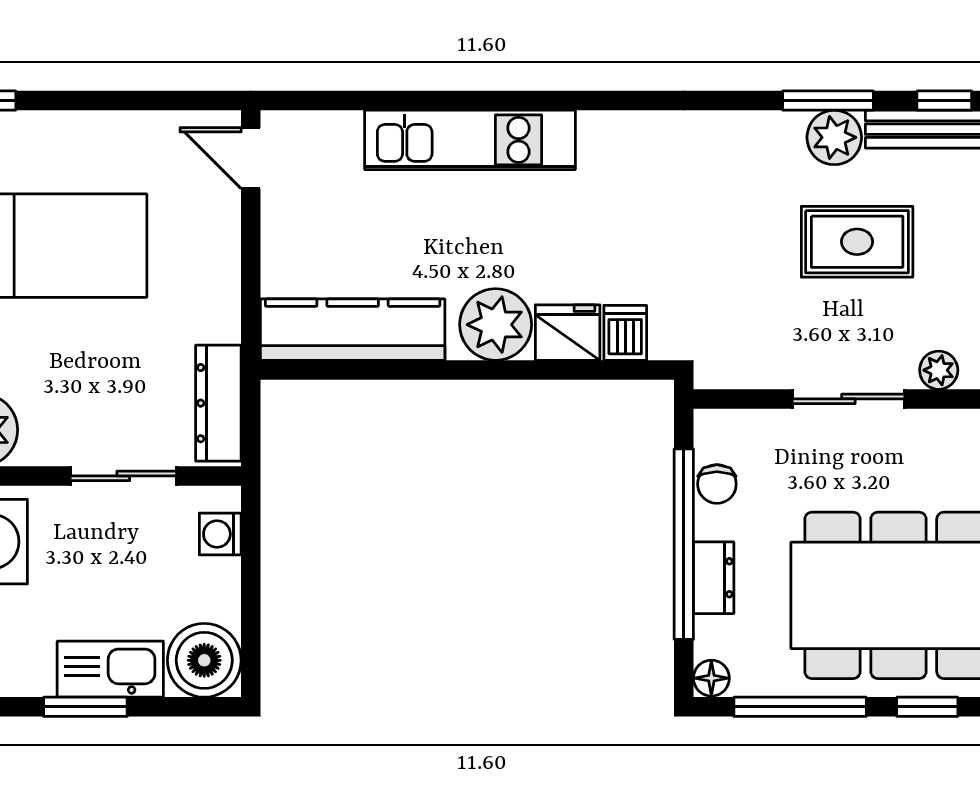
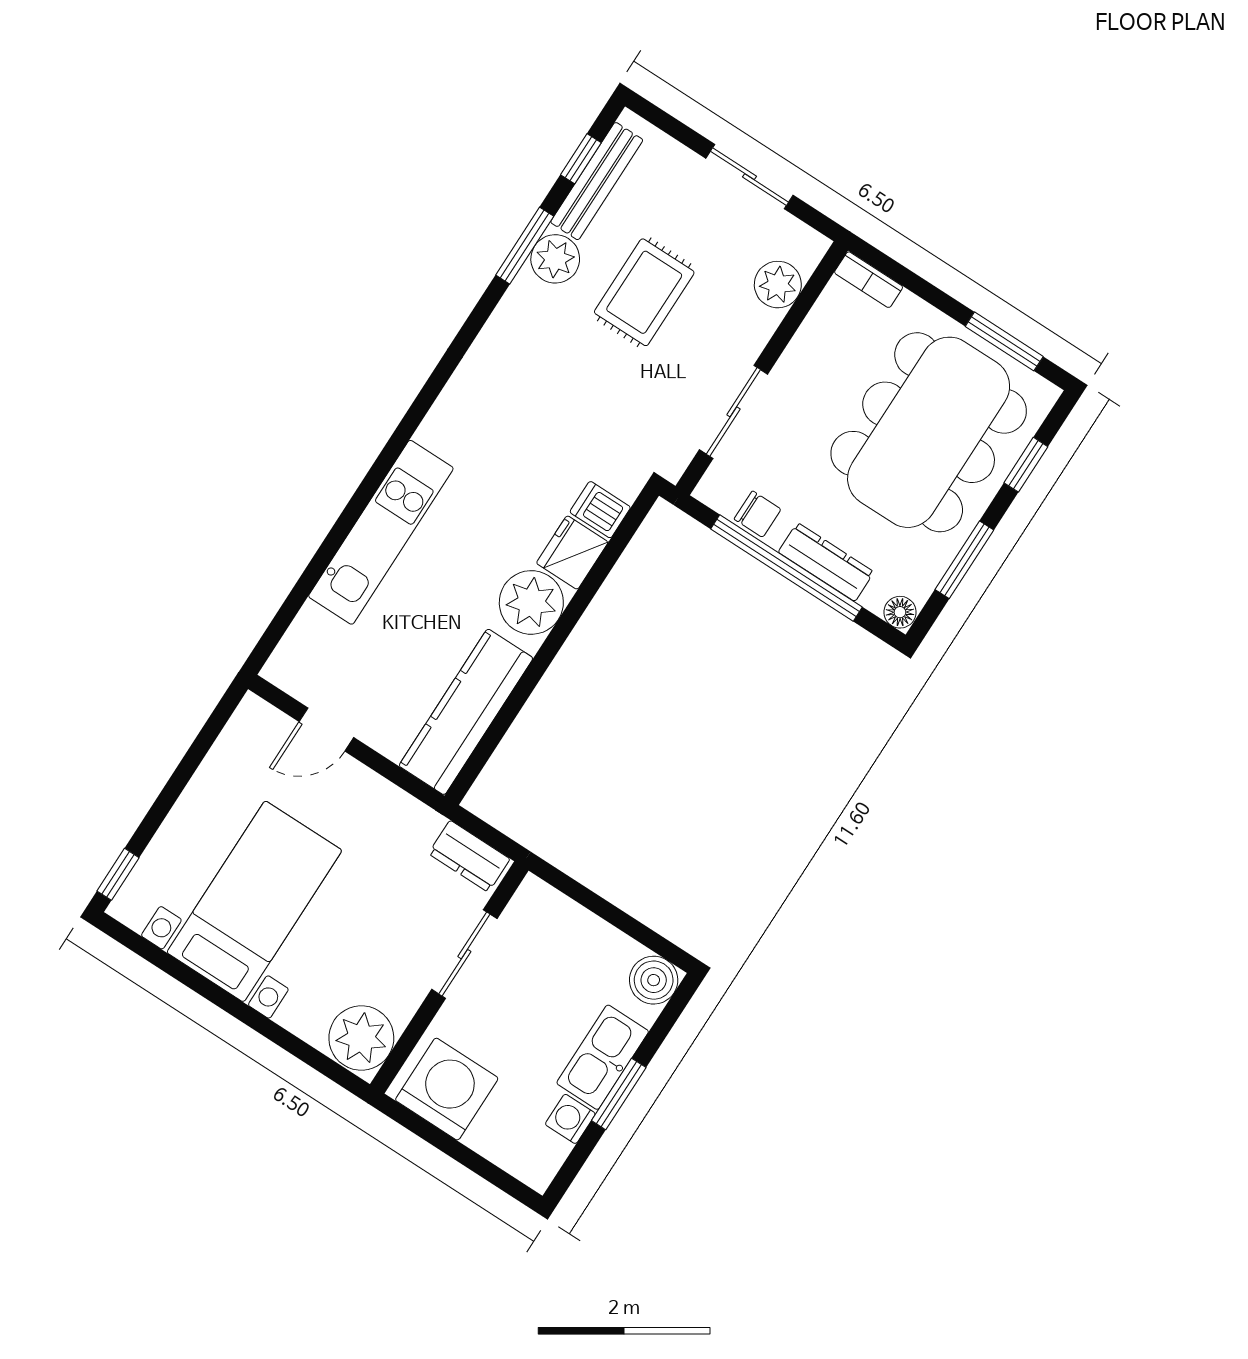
door: (251, 158) -> (326, 730), moved
plant: (939, 370) -> (778, 285), width x1.38, depth x1.38
sliding door: (848, 399) -> (733, 412), moved
dresser: (218, 403) -> (469, 856), width x0.70
washing machine: (220, 534) -> (570, 1119), moved, turned 90
dresser: (714, 578) -> (826, 562), width x1.44
boiler: (204, 660) -> (654, 980), width x0.73, depth x0.73
window: (800, 707) -> (964, 560), width x0.69

